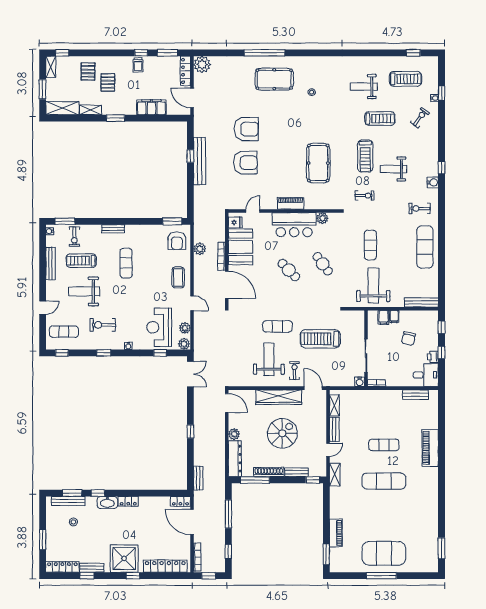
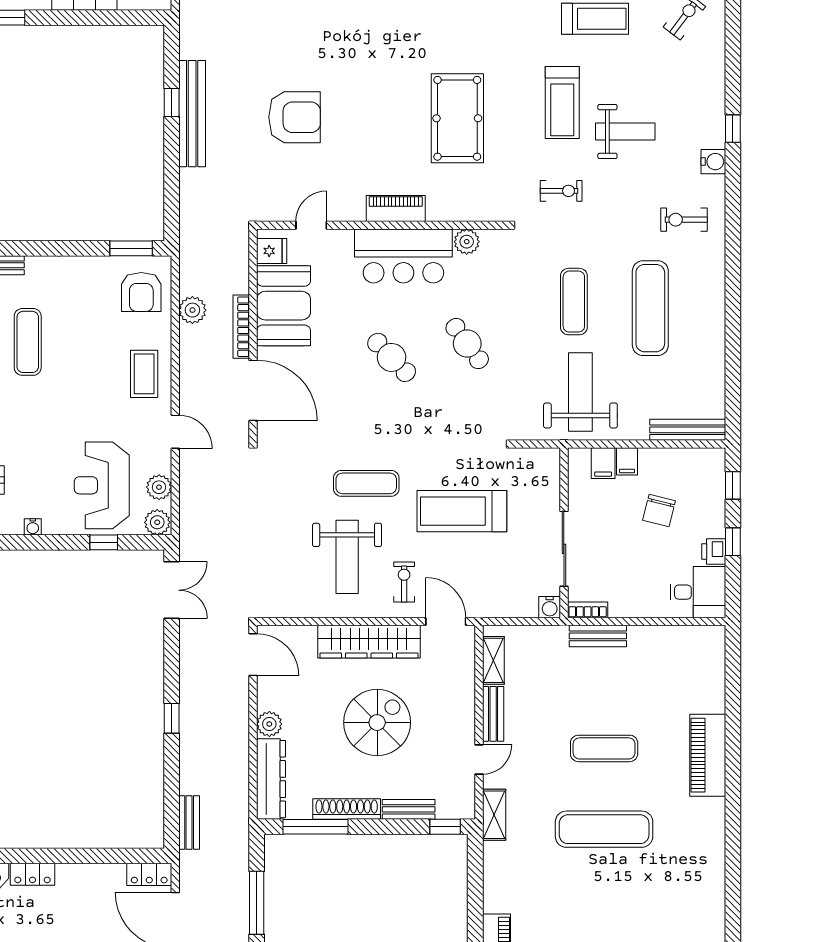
armchair: (246, 129) -> (296, 42), removed
weight bench: (393, 169) -> (625, 132), turned 180
exercise mat: (425, 247) -> (650, 308), moved
weight bench: (269, 359) -> (347, 557), turned 180
bench: (416, 395) -> (598, 636), moved

